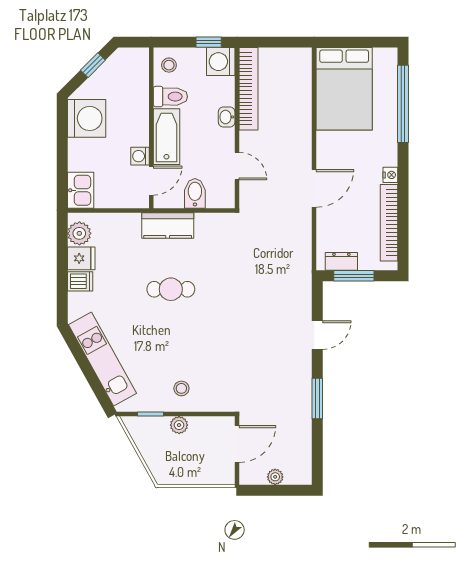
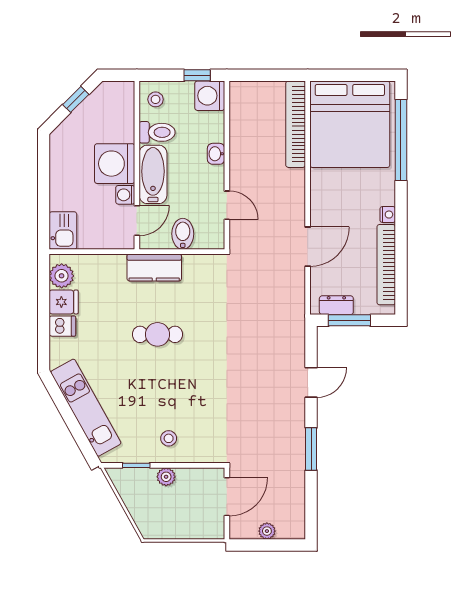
bookcase: (248, 89) -> (296, 124), moved, turned 180
bed: (344, 89) -> (350, 124), width x1.36
washing machine: (87, 118) -> (115, 164), moved, turned 180
door: (314, 188) -> (308, 247), moved

